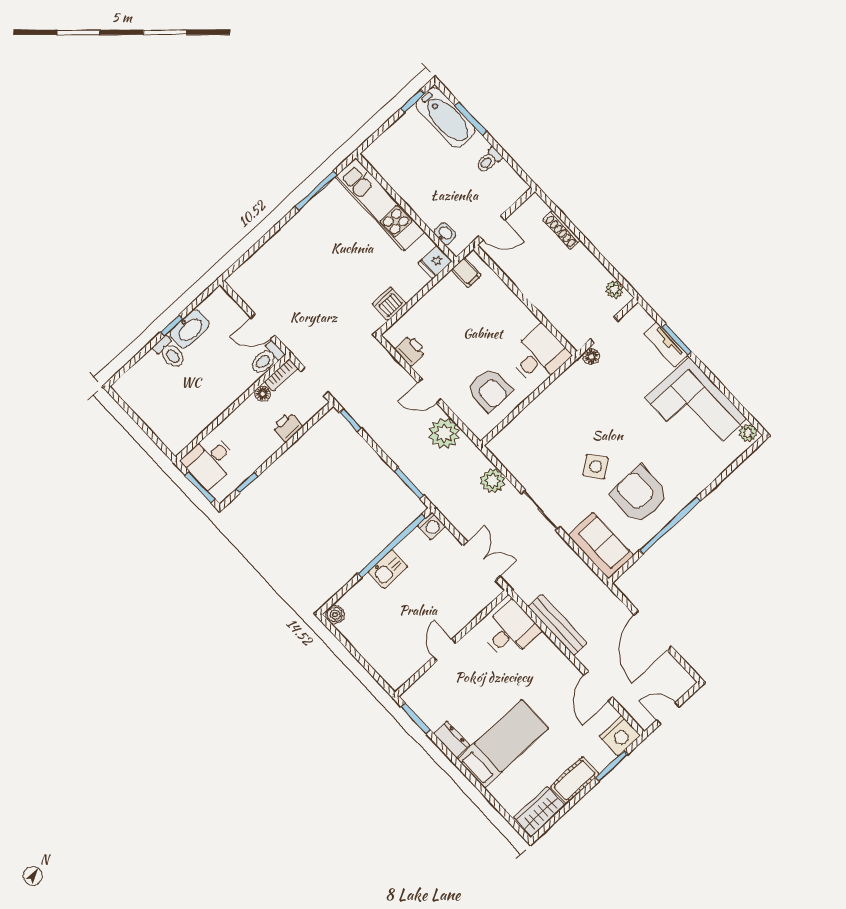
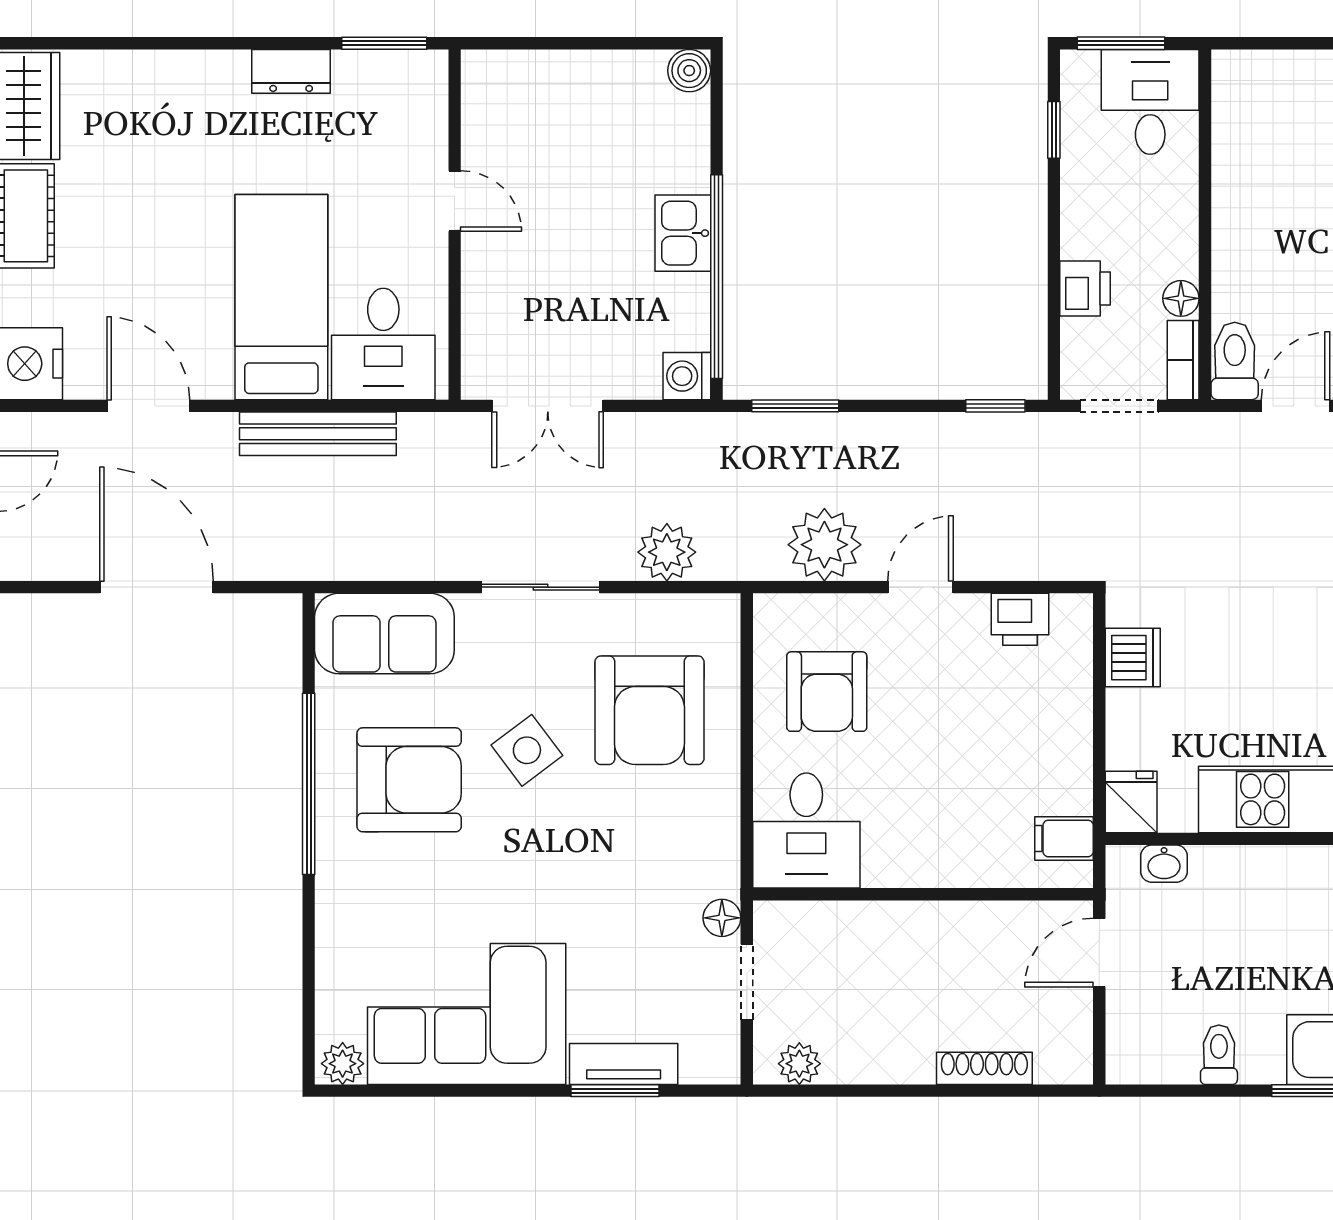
armchair: (490, 390) -> (827, 692), turned -90
armchair: (547, 440) -> (649, 710), added
bed: (503, 744) -> (281, 297), moved, turned 180

